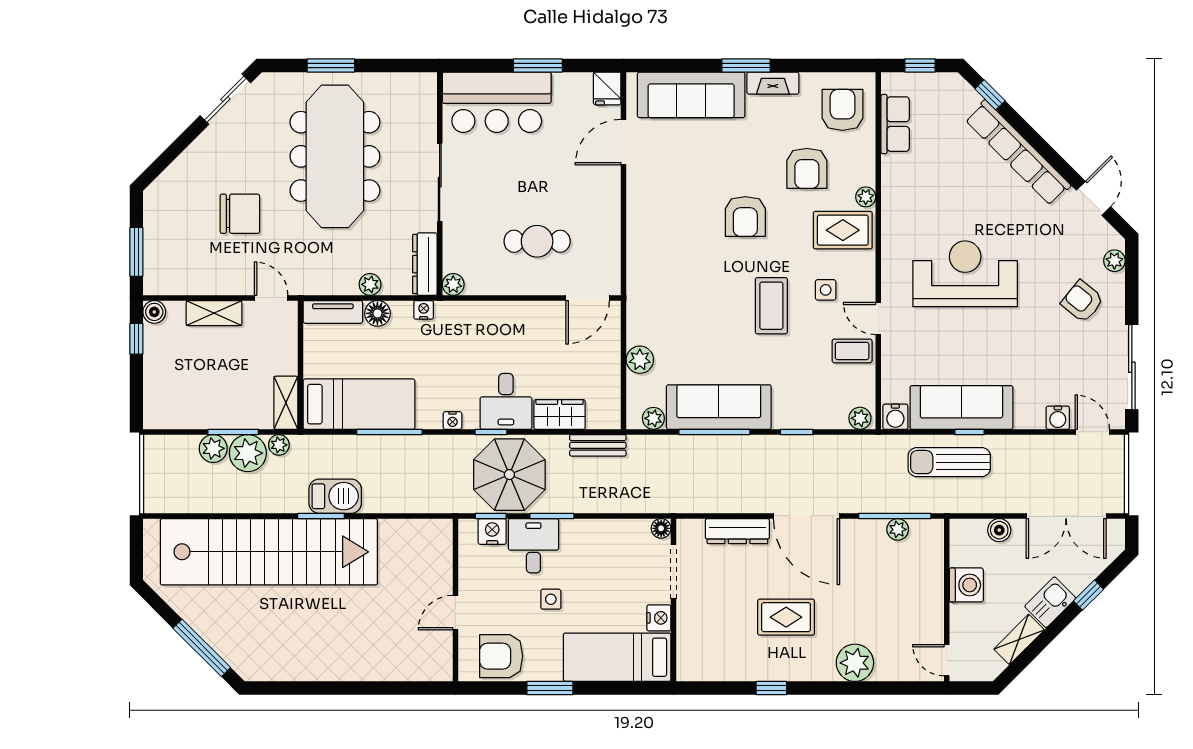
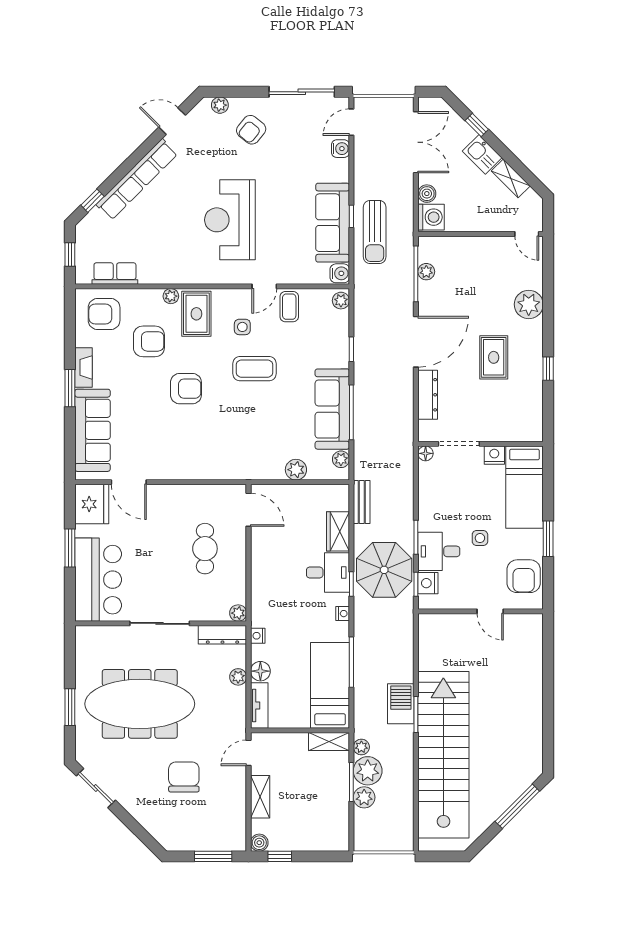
fridge: (607, 88) -> (92, 504), width x1.88, depth x1.34
washing machine: (966, 585) -> (431, 217), moved, turned 90
door: (947, 660) -> (527, 234), hinge flipped

